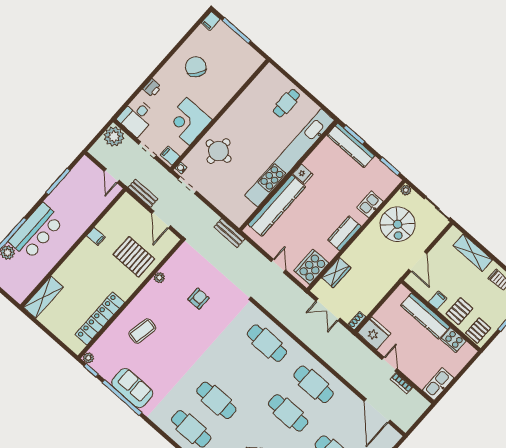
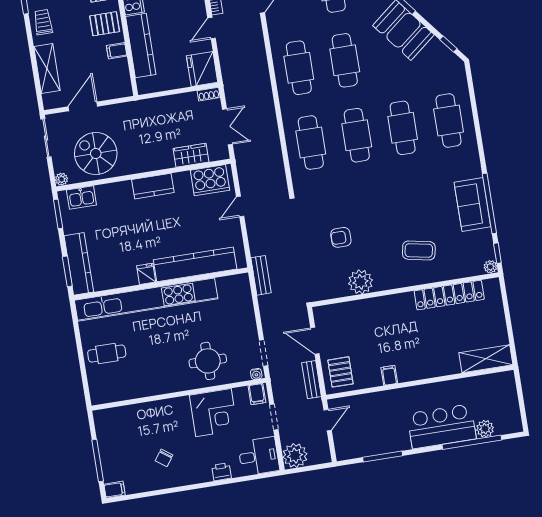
chair: (196, 67) -> (164, 458), width x0.54, depth x0.54
kitchen sink: (370, 204) -> (81, 197), moved
door: (161, 220) -> (315, 341), swing flipped
spiral stairs: (398, 224) -> (96, 153), turned -90
pallet: (134, 257) -> (340, 372), moved, width x0.67, depth x0.71
door: (418, 261) -> (83, 106), moved
plant: (159, 278) -> (361, 282), width x1.88, depth x1.88
cafe table: (242, 372) -> (357, 135), added

